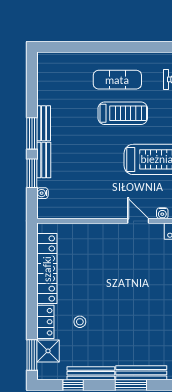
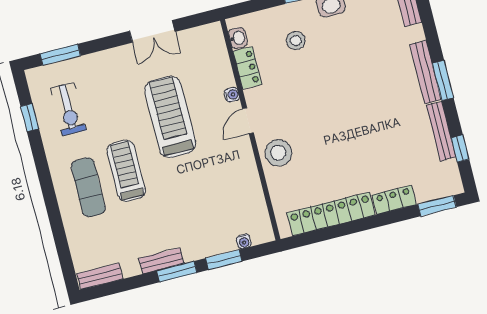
bench: (44, 160) -> (100, 276), moved
stool: (80, 322) -> (278, 153), moved, width x1.89, depth x1.89
shower: (48, 351) -> (428, 188), removed

